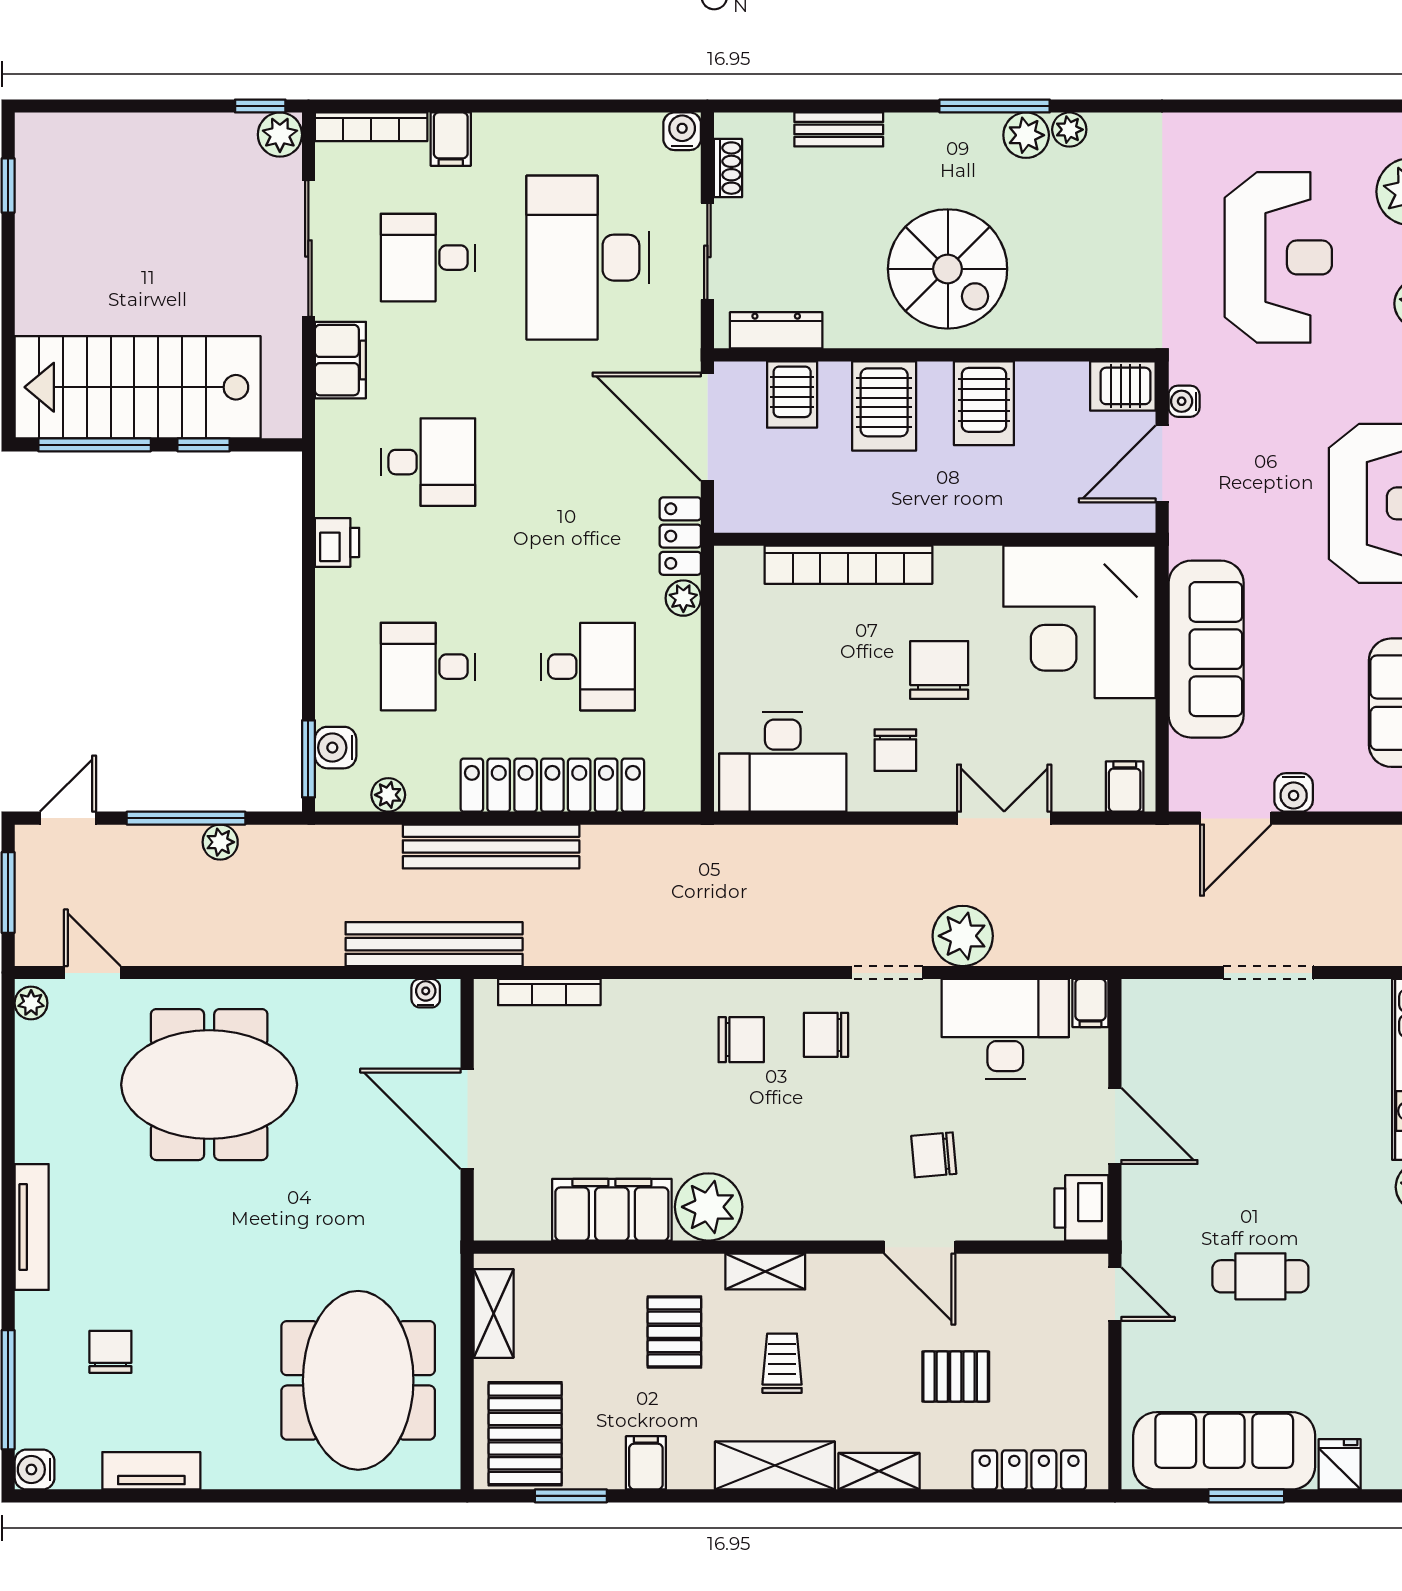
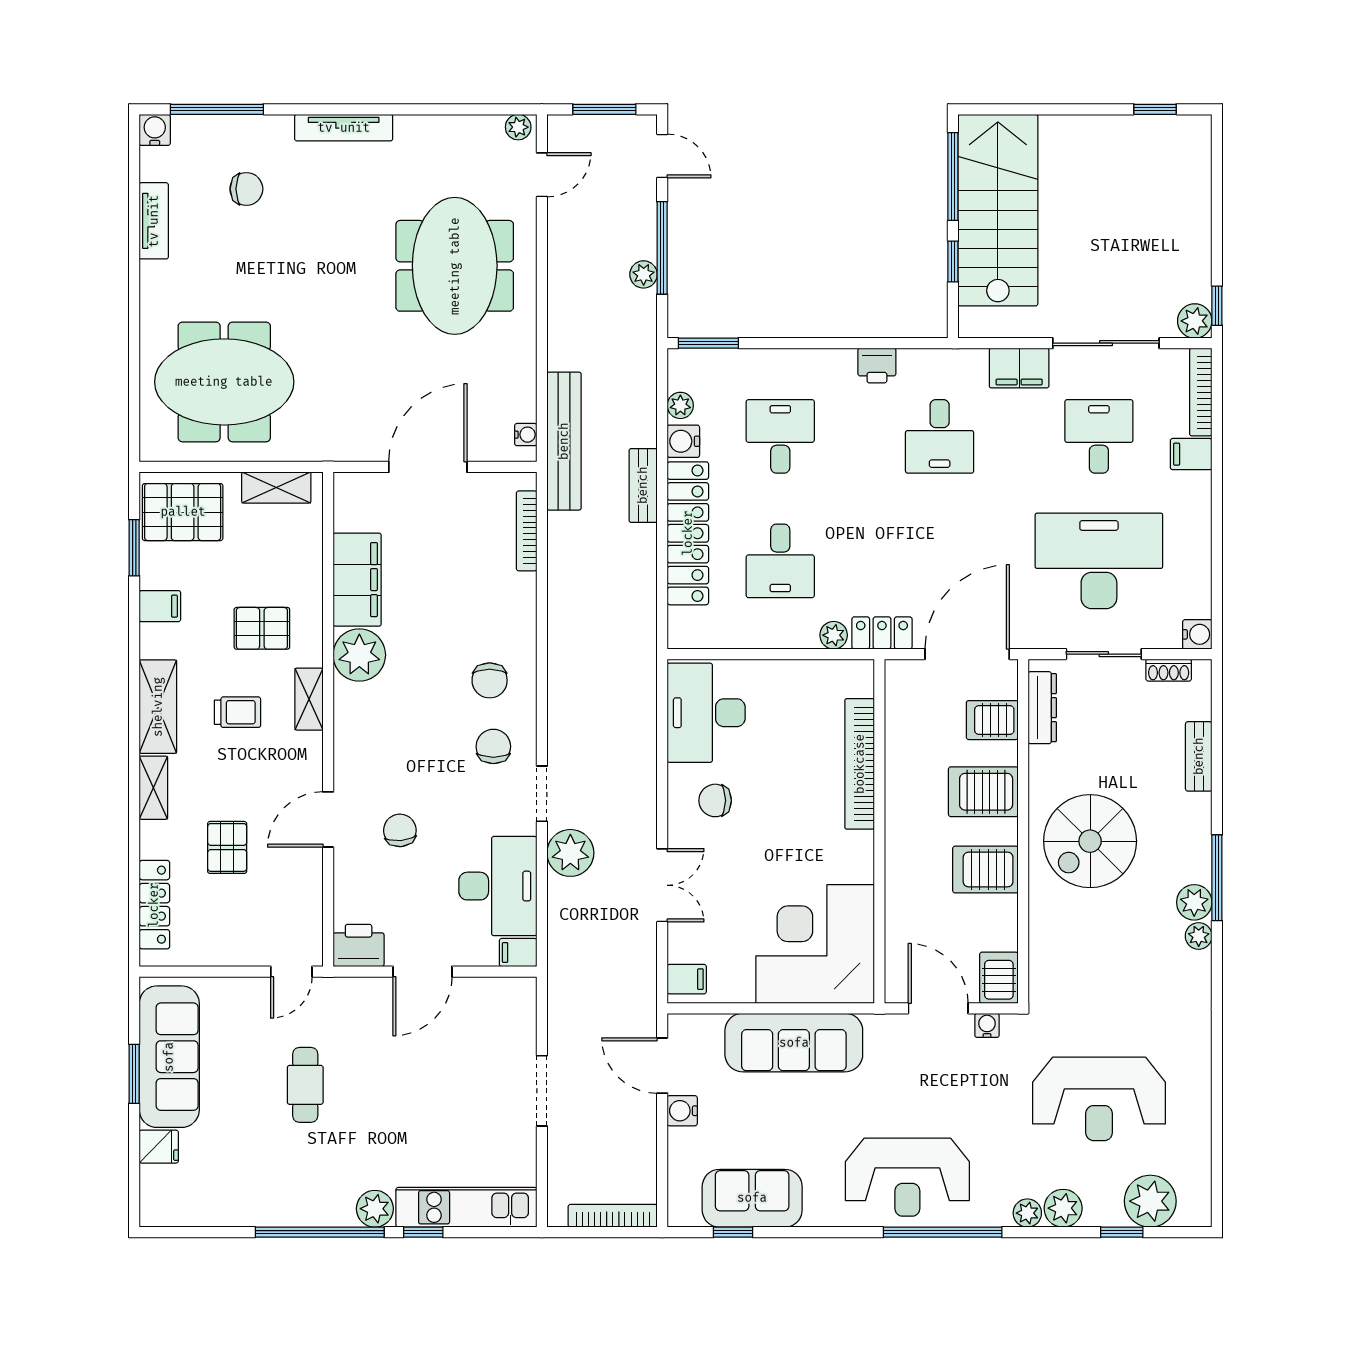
chair: (939, 670) -> (778, 835), removed
water cooler: (336, 748) -> (683, 441), moved, turned -90
bench: (491, 846) -> (643, 485), width x0.54, depth x0.82

